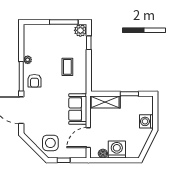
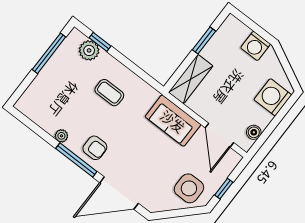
plant: (80, 30) -> (89, 50), moved
washing machine: (117, 150) -> (273, 97), moved

